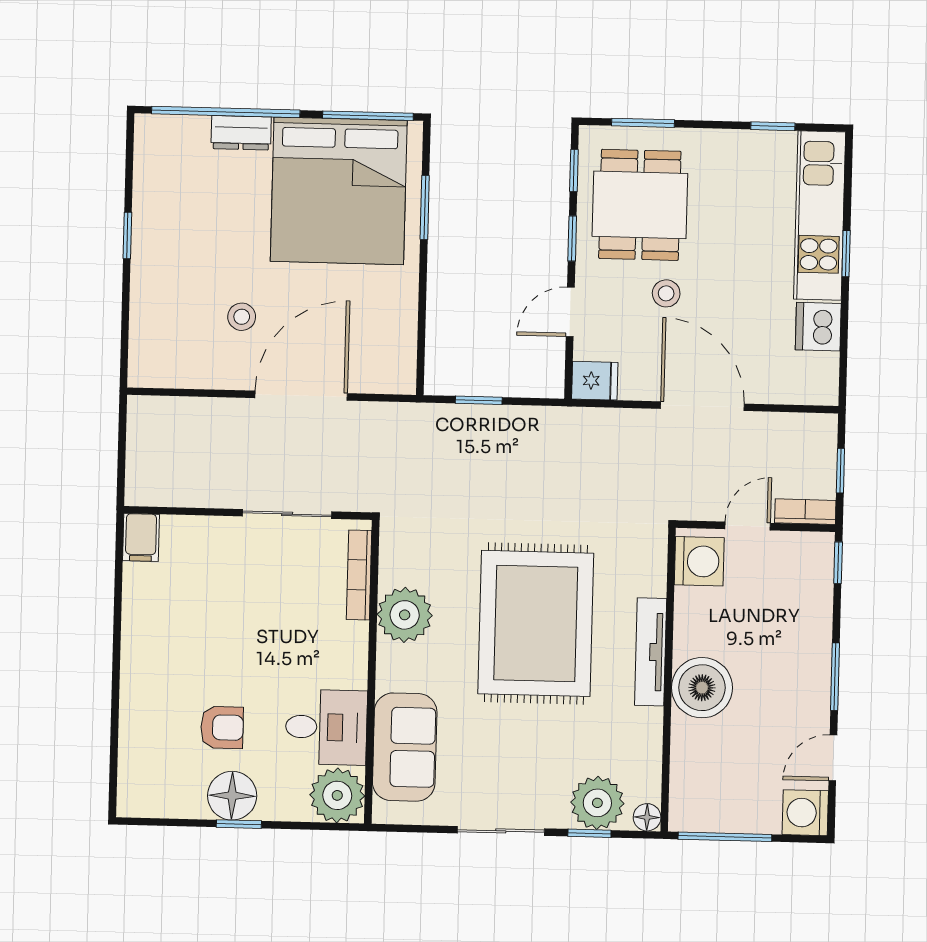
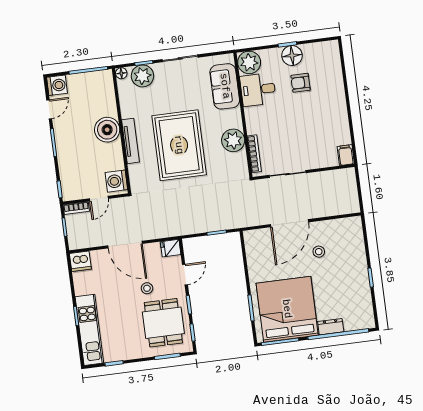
dishwasher: (818, 327) -> (80, 261), moved, turned 90

